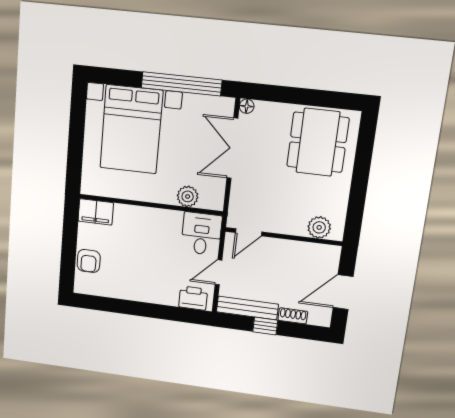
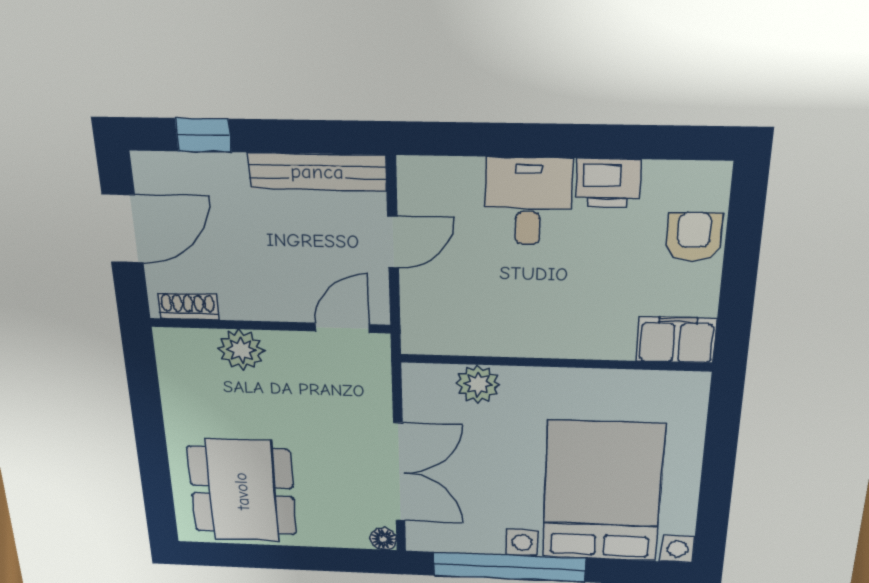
plant: (319, 227) -> (241, 350), moved
desk: (201, 234) -> (528, 201), moved, turned 180
printer: (193, 298) -> (608, 183), moved
shoe rack: (293, 316) -> (188, 306), moved, turned 180
window: (265, 326) -> (203, 135), moved

